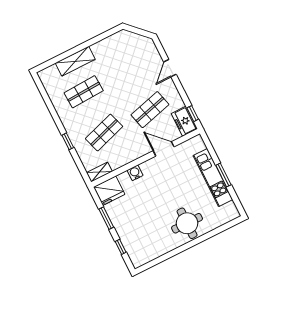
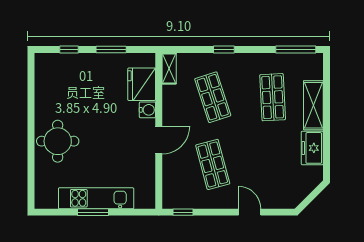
window: (43, 92) -> (296, 49), added
freezer: (184, 121) -> (312, 148), moved, turned -90
door: (164, 149) -> (159, 140), moved
fridge: (109, 191) -> (142, 84), moved

